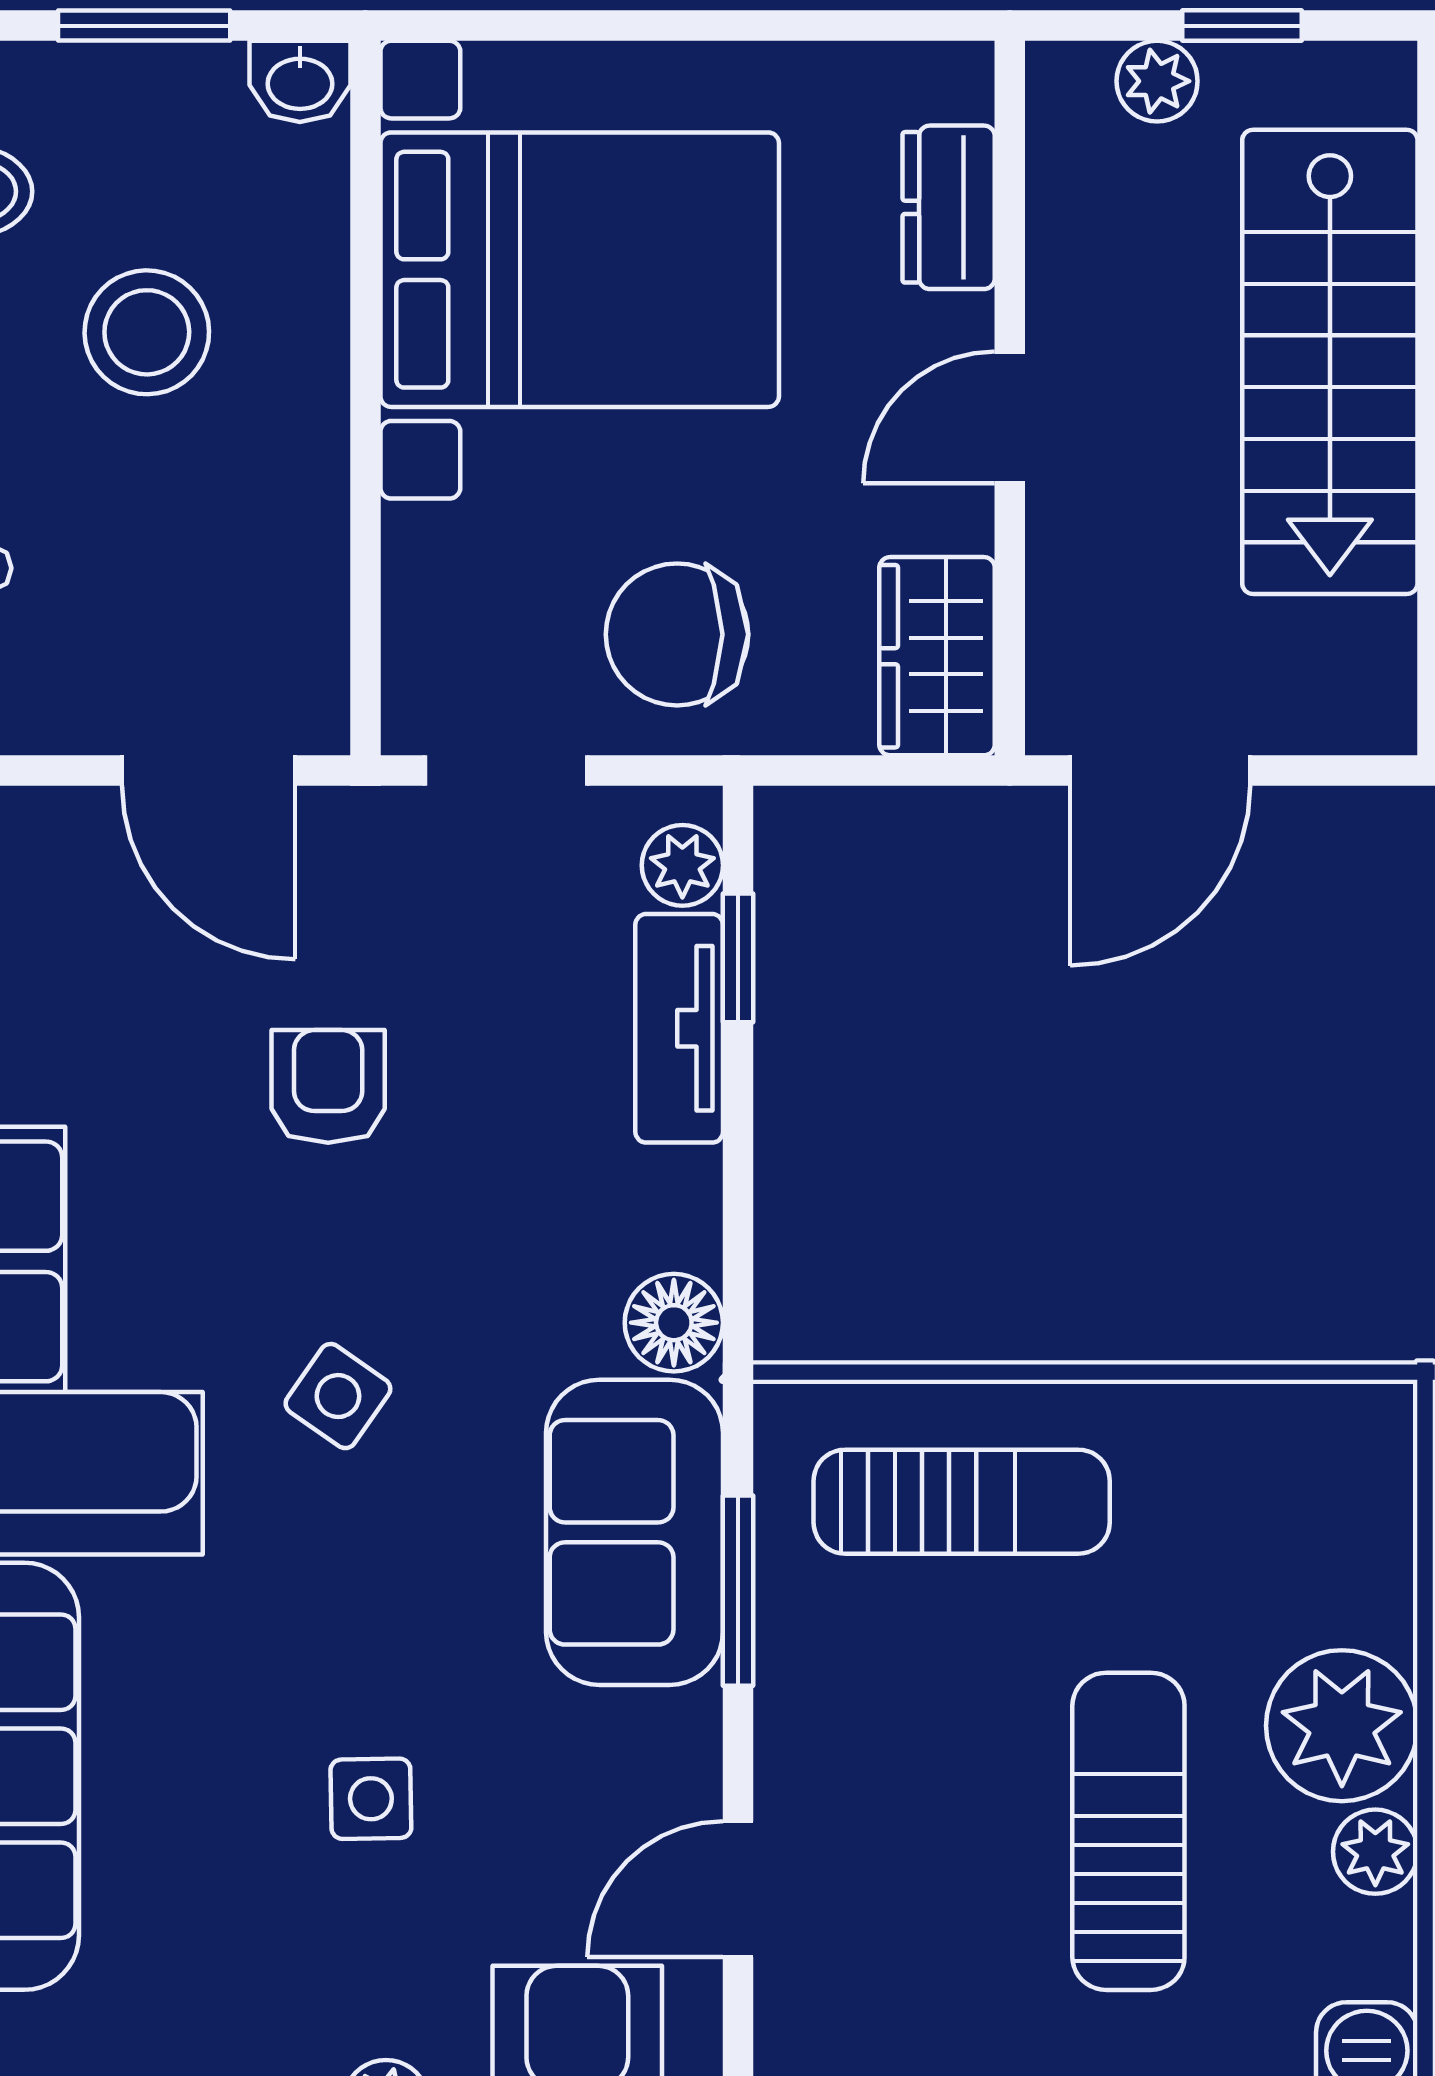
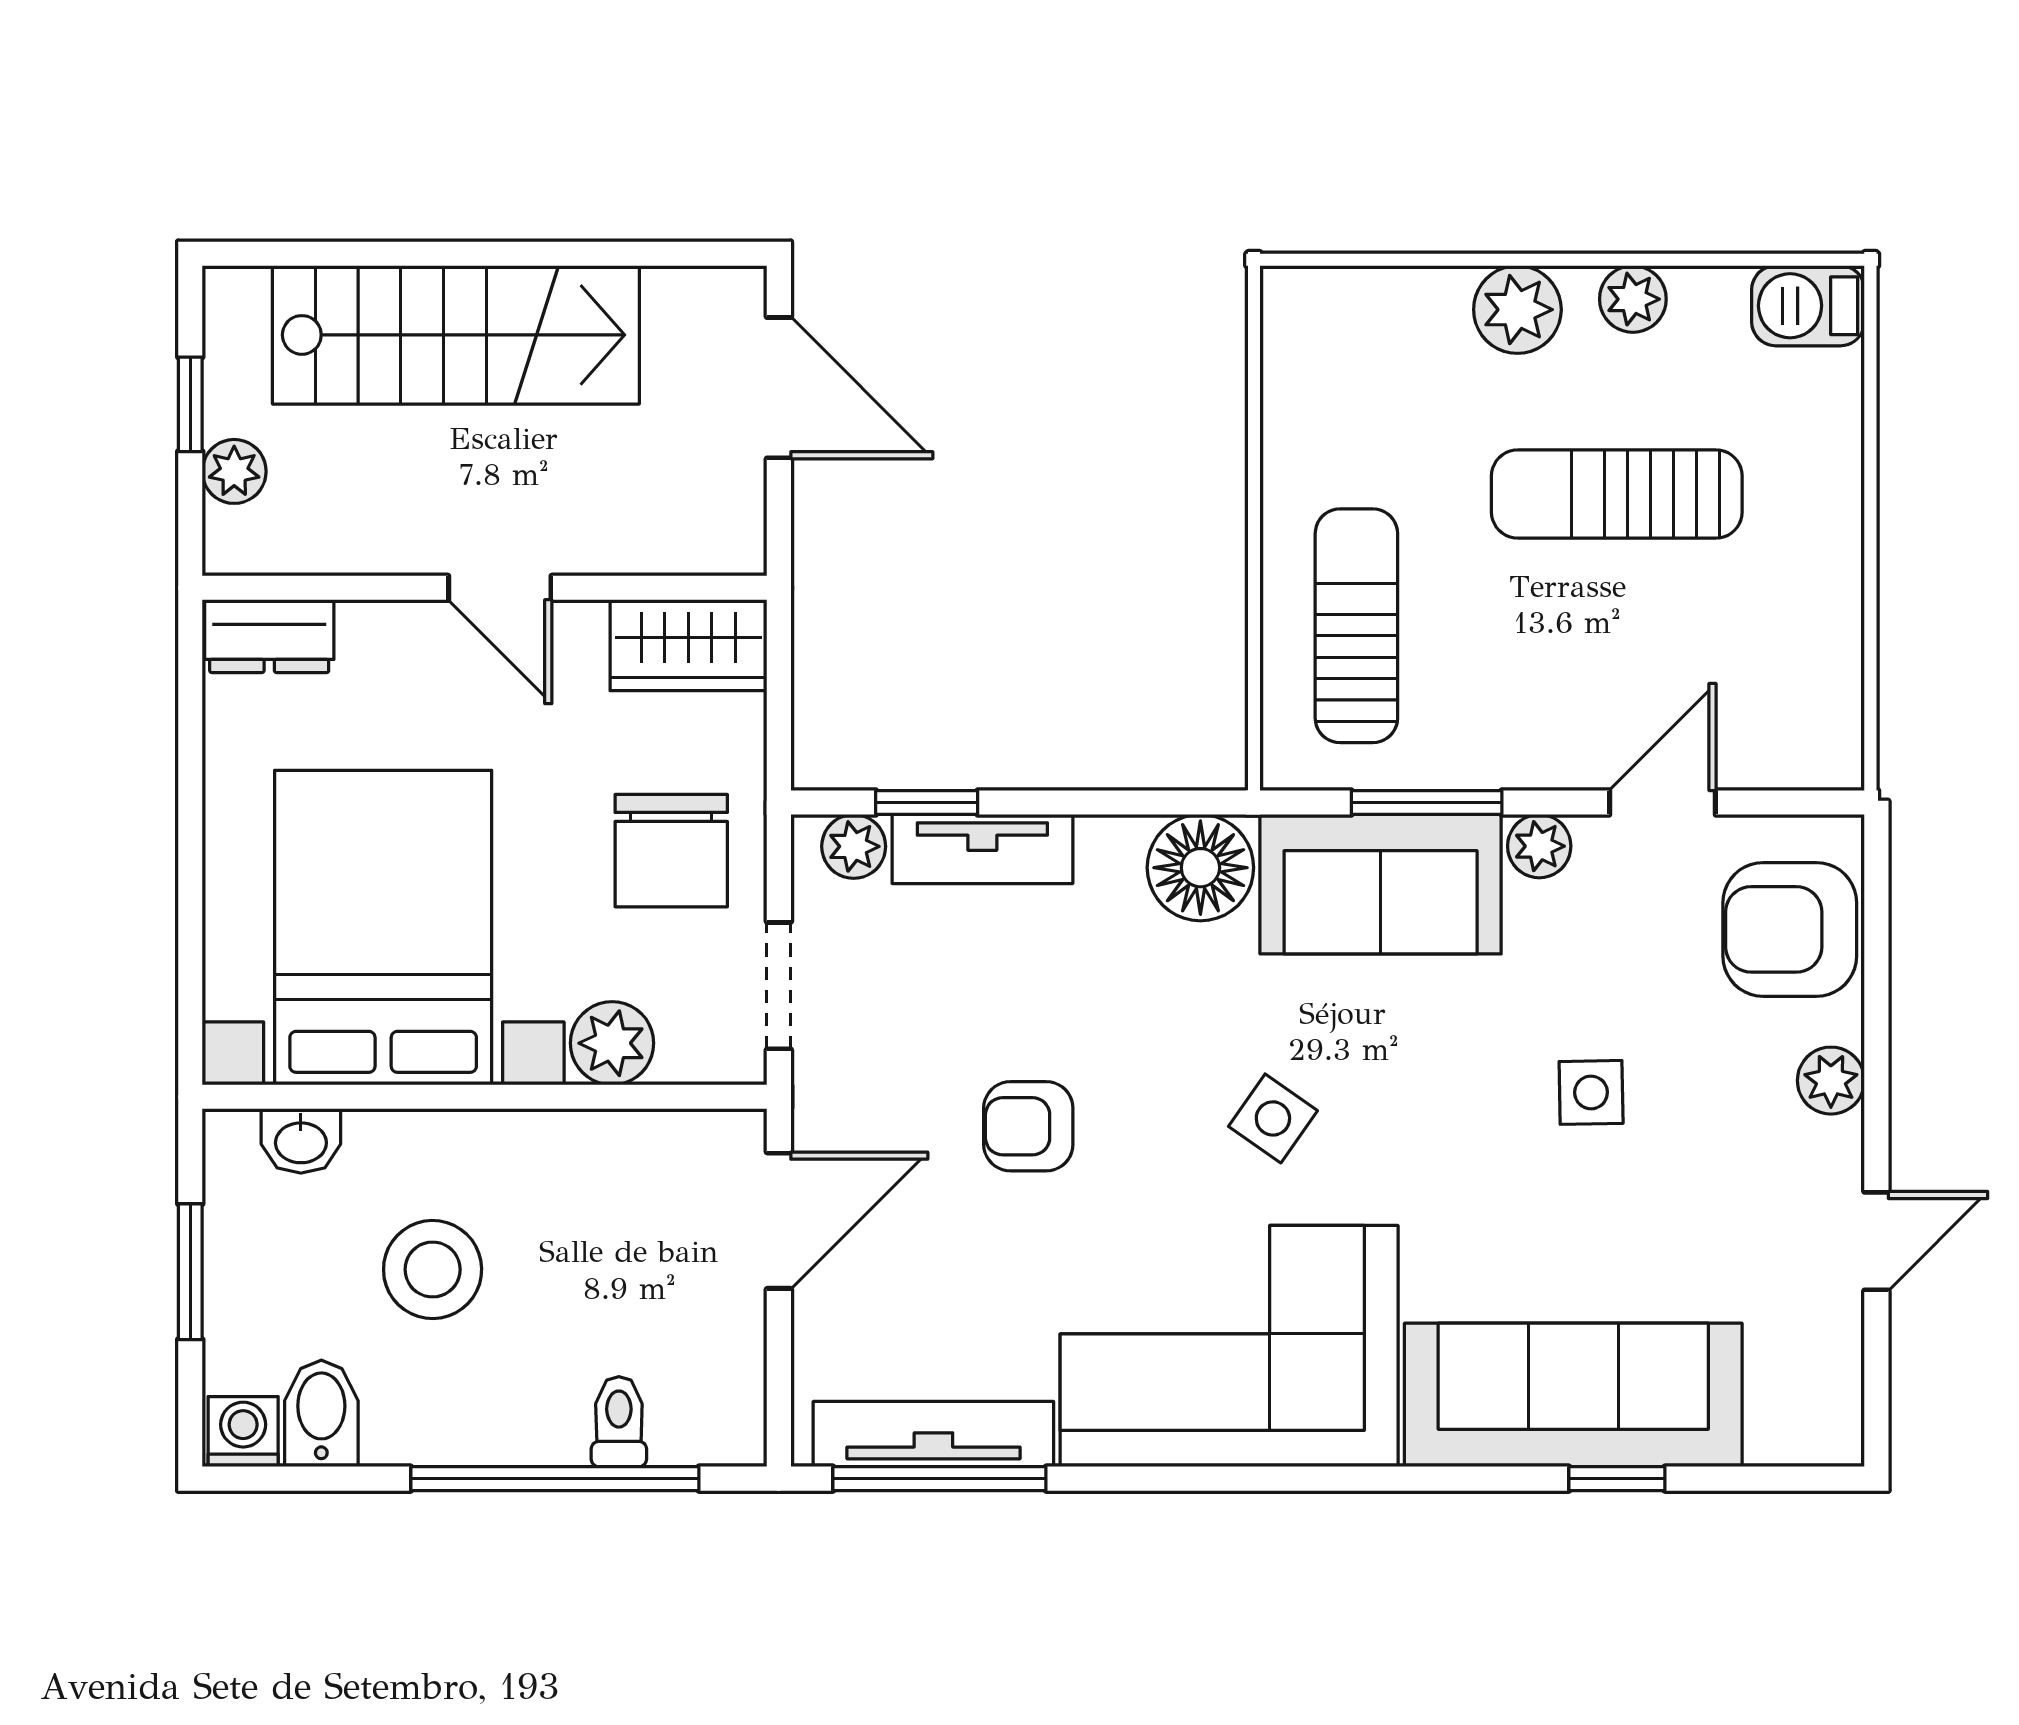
washbasin: (300, 81) -> (301, 1141), moved, turned 90
dresser: (949, 207) -> (269, 636), moved
plant: (433, 559) -> (612, 1043), added
door: (1160, 771) -> (779, 388), moved
floor lamp: (674, 1323) -> (1200, 868), width x1.38, depth x1.38
plant: (1342, 1726) -> (1517, 310), width x0.73, depth x0.73
plant: (683, 1733) -> (1539, 846), added
door: (738, 1889) -> (1663, 803), swing flipped

